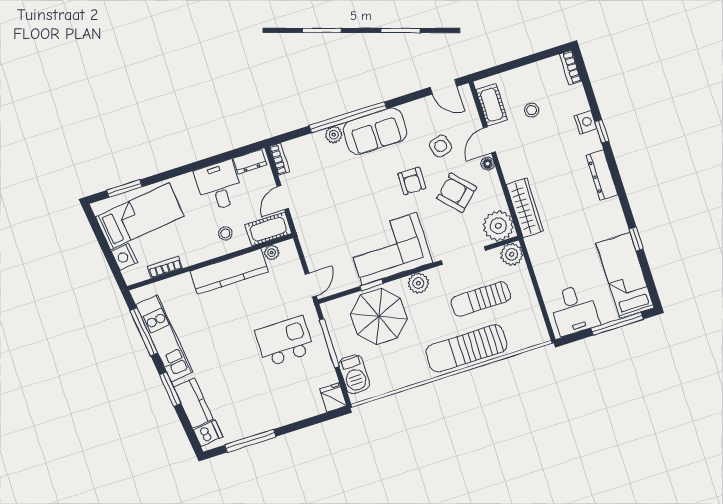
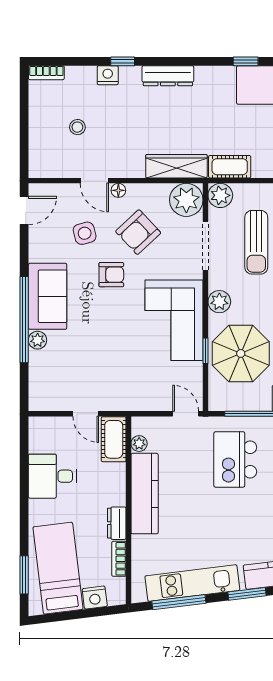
cot: (492, 105) -> (230, 167), moved
bookcase: (279, 159) -> (45, 405), removed
dresser: (250, 162) -> (117, 523), moved, turned 180
stool: (225, 233) -> (104, 485), removed

